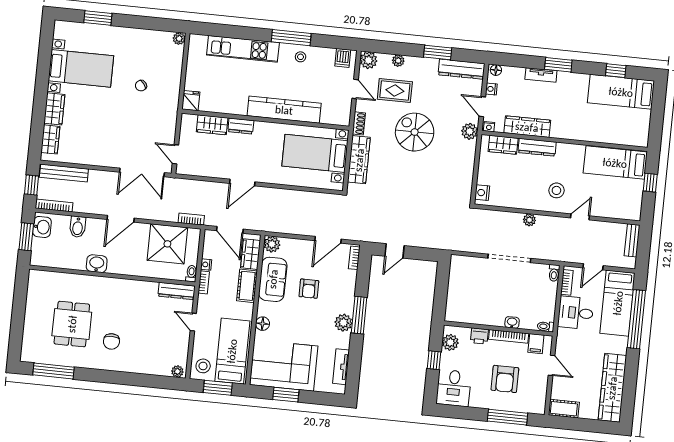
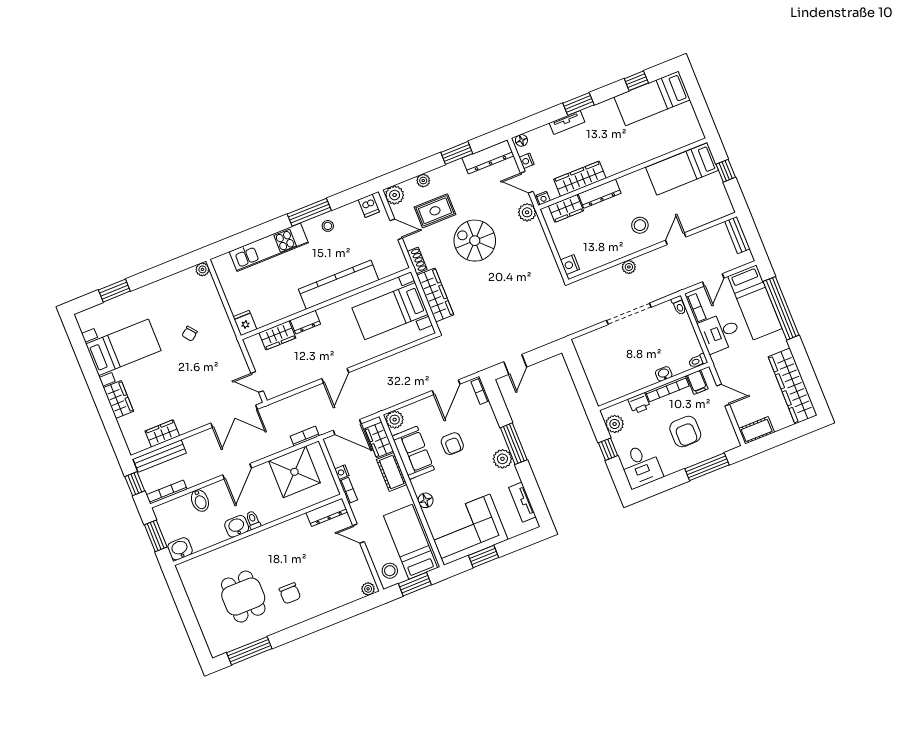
wardrobe: (50, 139) -> (162, 433), moved, turned -90
washbasin: (42, 227) -> (180, 549), moved, turned -90
toilet: (191, 274) -> (253, 520), moved

